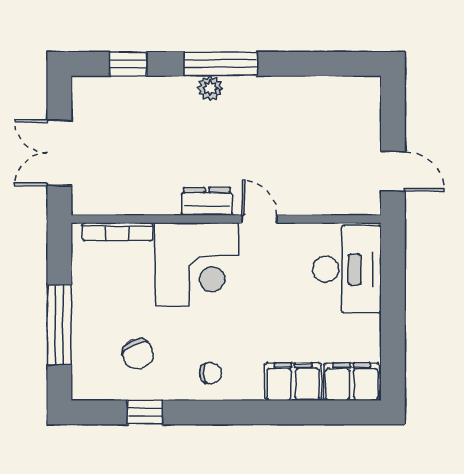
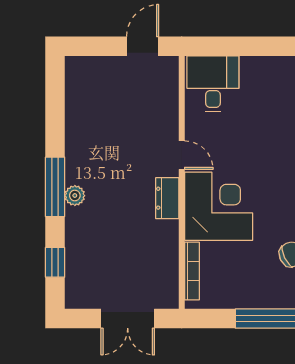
door: (259, 219) -> (182, 155), swing flipped
desk: (347, 269) -> (213, 84), width x0.73

